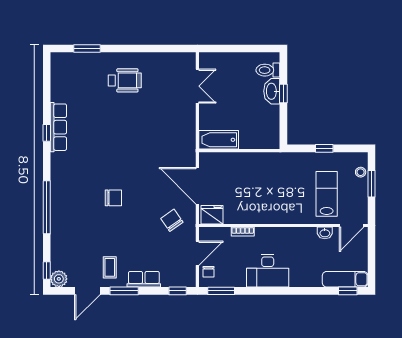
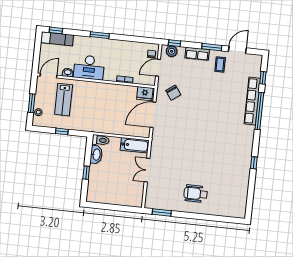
window: (87, 48) -> (162, 212), moved
toilet: (268, 70) -> (101, 140), moved
double door: (197, 86) -> (147, 170), moved
washbasin: (272, 91) -> (96, 155), moved
row of seats: (58, 127) -> (252, 101), moved, width x1.36
door: (197, 186) -> (153, 115), swing flipped
chair: (113, 198) -> (212, 113), removed
window: (47, 271) -> (263, 78), moved
desk: (268, 271) -> (89, 67), moved, turned 180
plant: (59, 279) -> (172, 51), moved
window: (221, 291) -> (100, 35), moved

